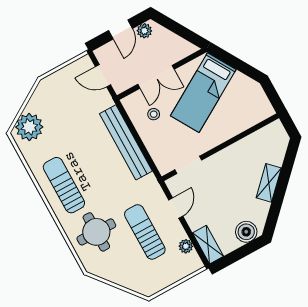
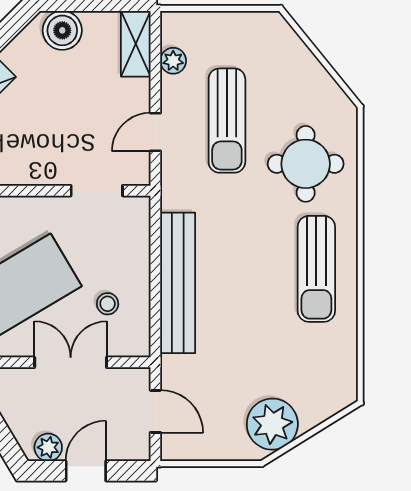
plant: (29, 127) -> (272, 424), moved

